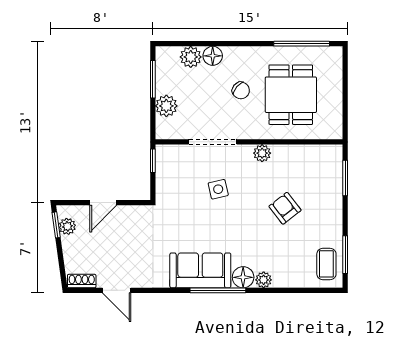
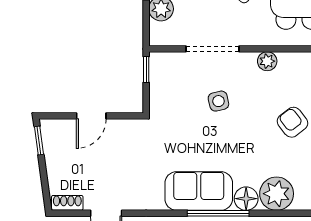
plant: (67, 226) -> (51, 142), removed
plant: (264, 280) -> (277, 194), width x1.88, depth x1.88

